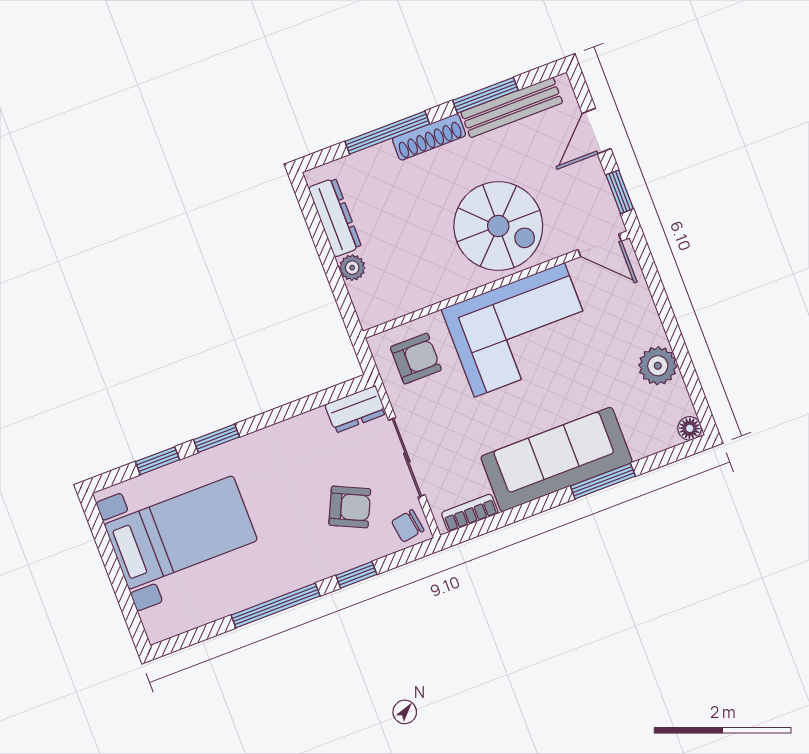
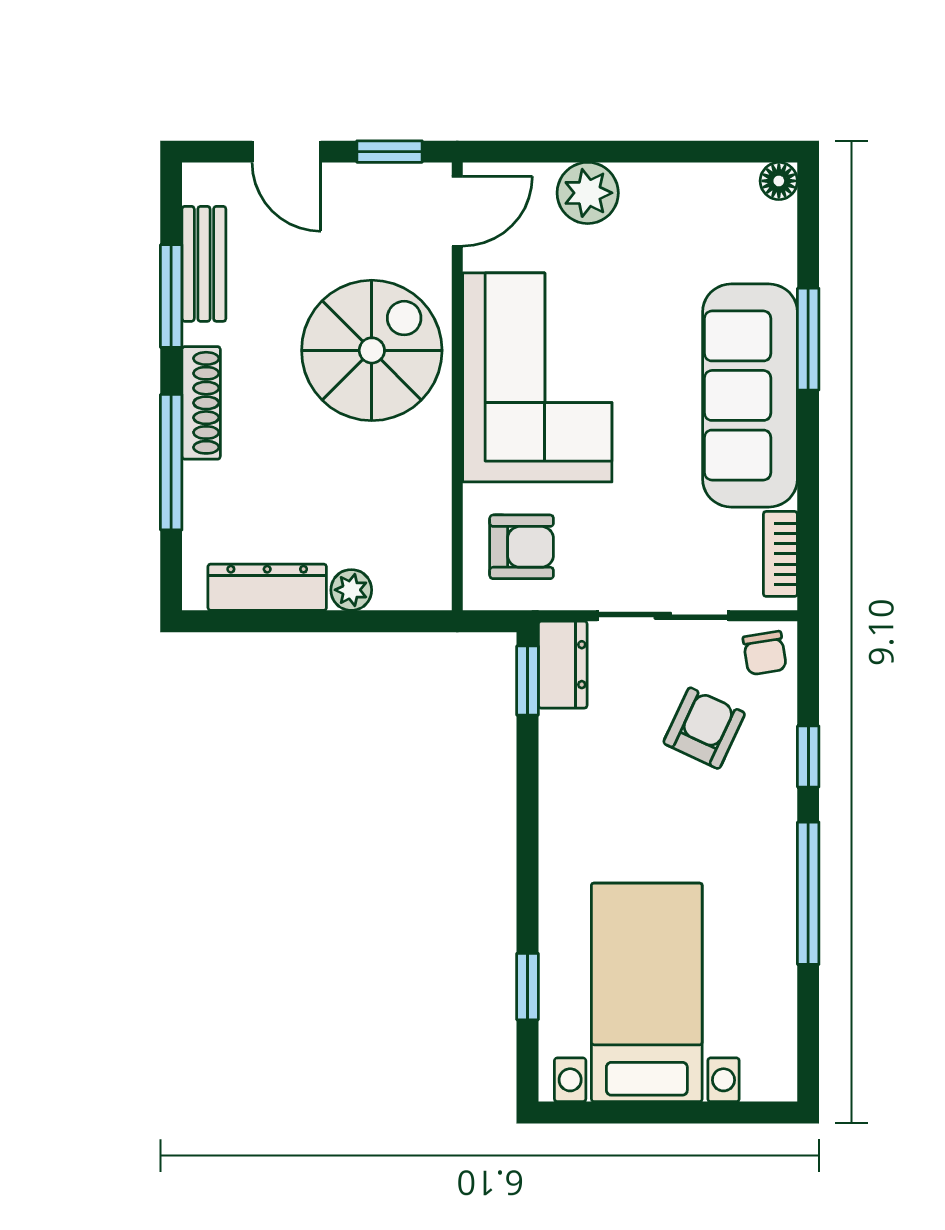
bench: (512, 107) -> (204, 264), width x0.73
armchair: (416, 359) -> (522, 547), turned 90
plant: (658, 366) -> (588, 193), moved
window: (216, 438) -> (527, 681), moved

